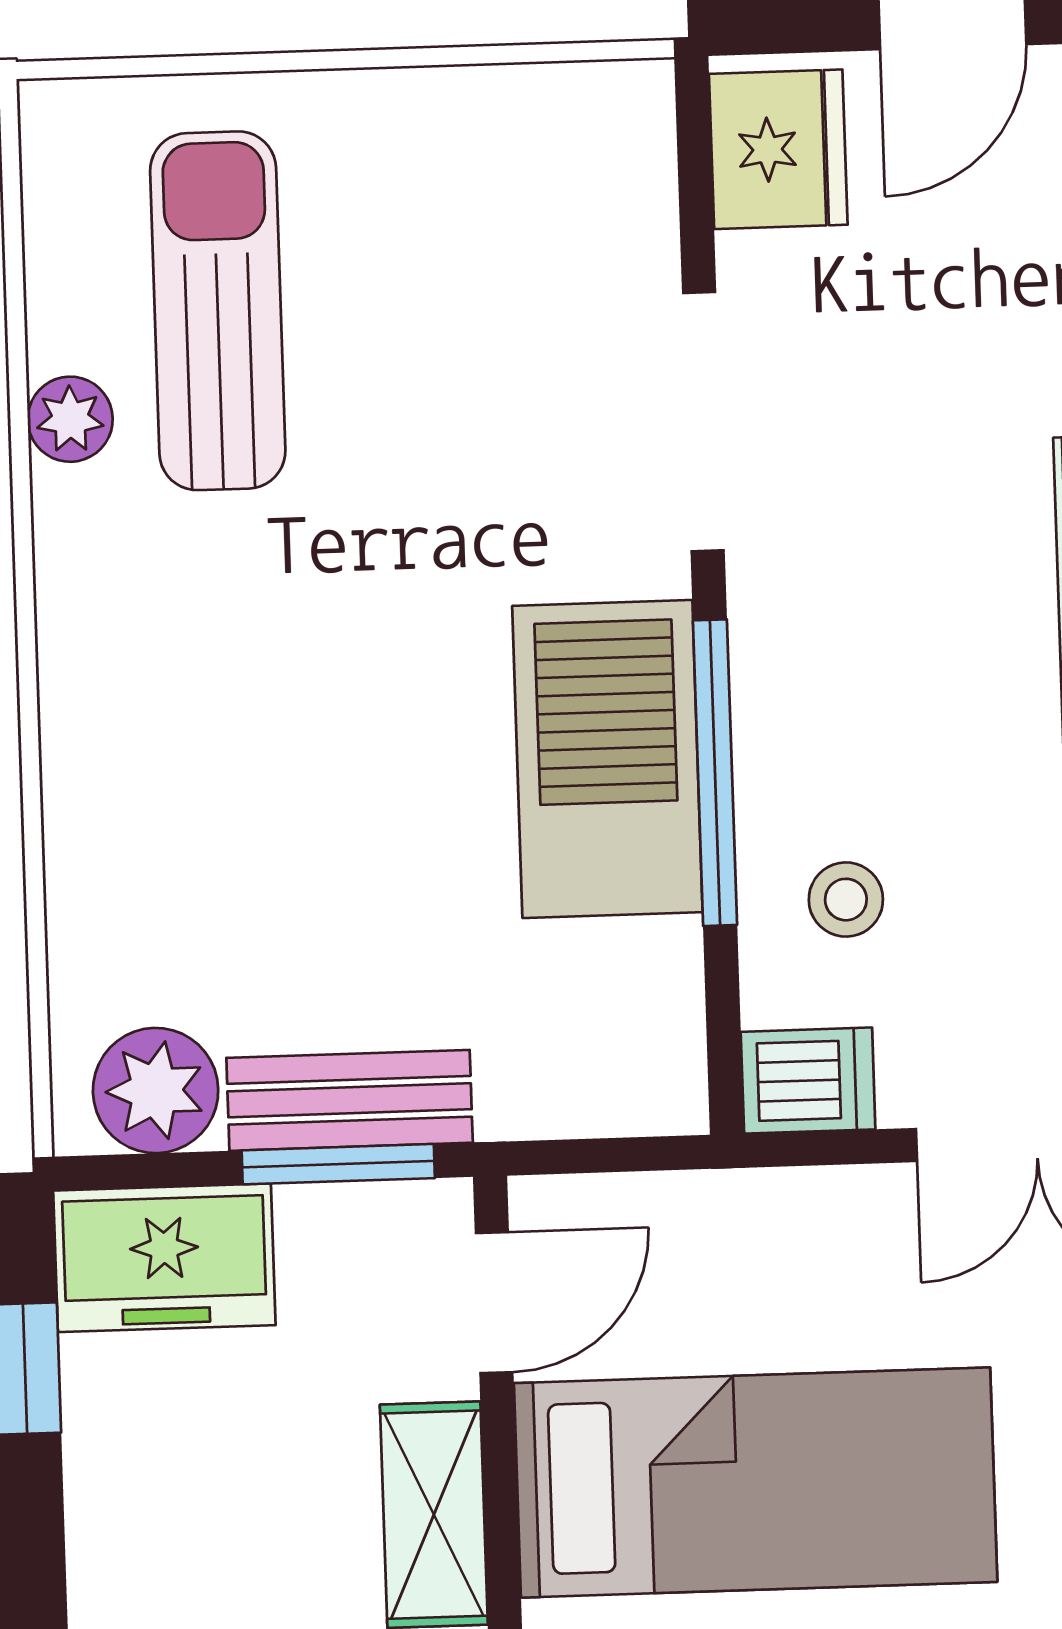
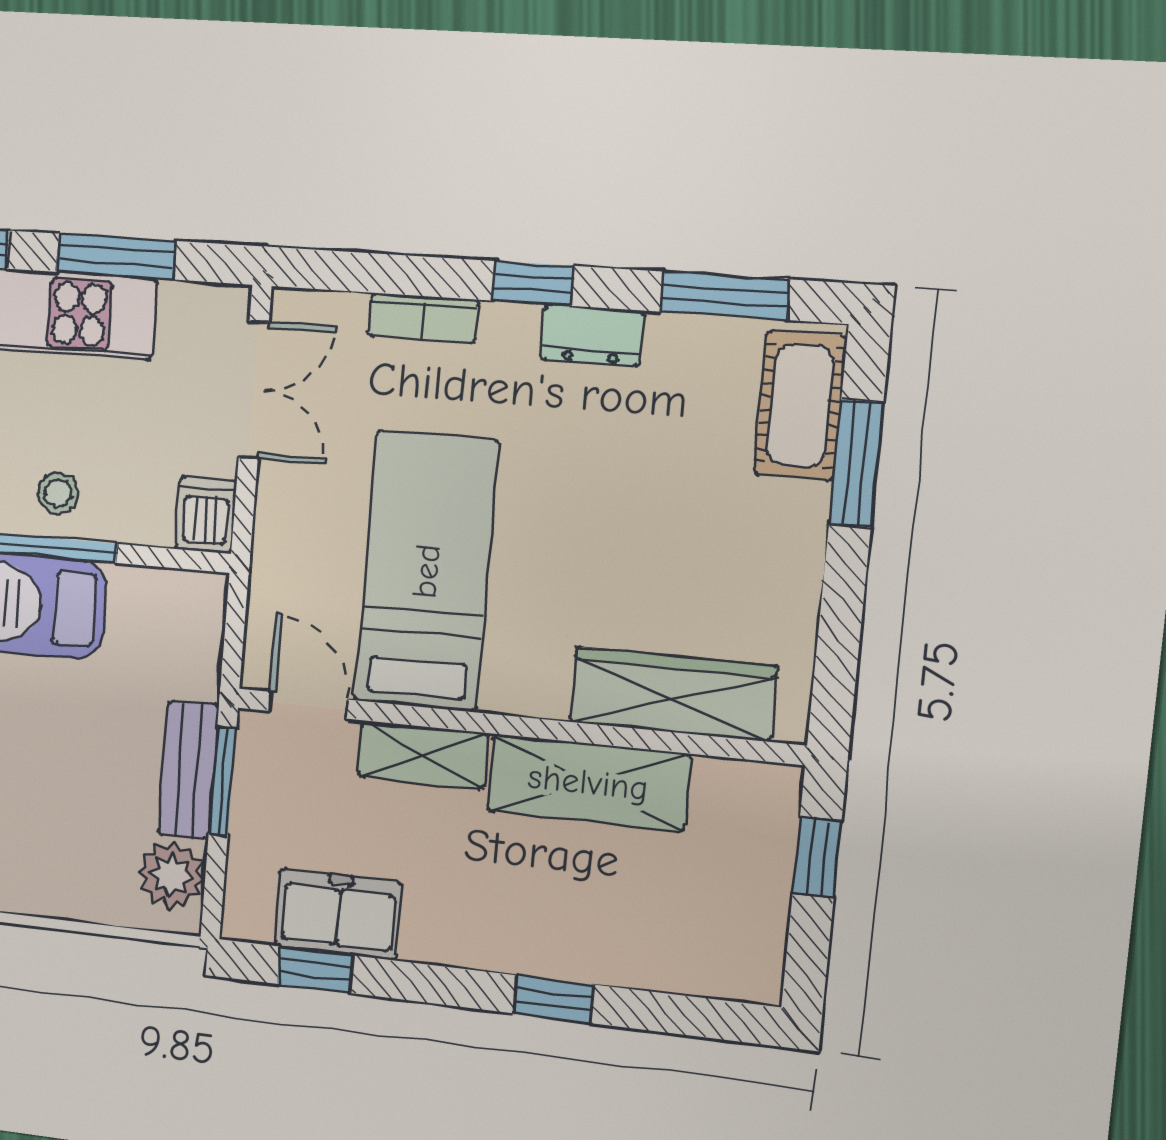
stool: (846, 900) -> (58, 493), moved
freezer: (164, 1258) -> (338, 914), moved, turned -90

